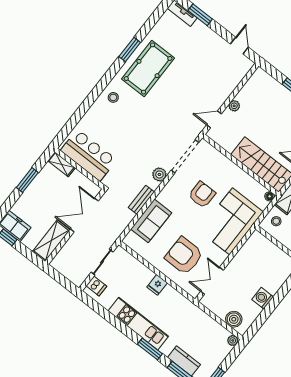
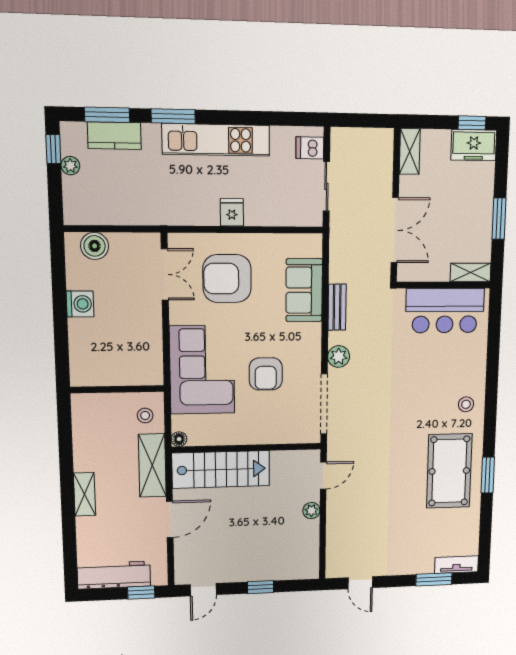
shelving: (51, 241) -> (410, 151), width x0.67, depth x0.75
armchair: (184, 256) -> (227, 279), turned 180
plant: (233, 340) -> (70, 166), moved

